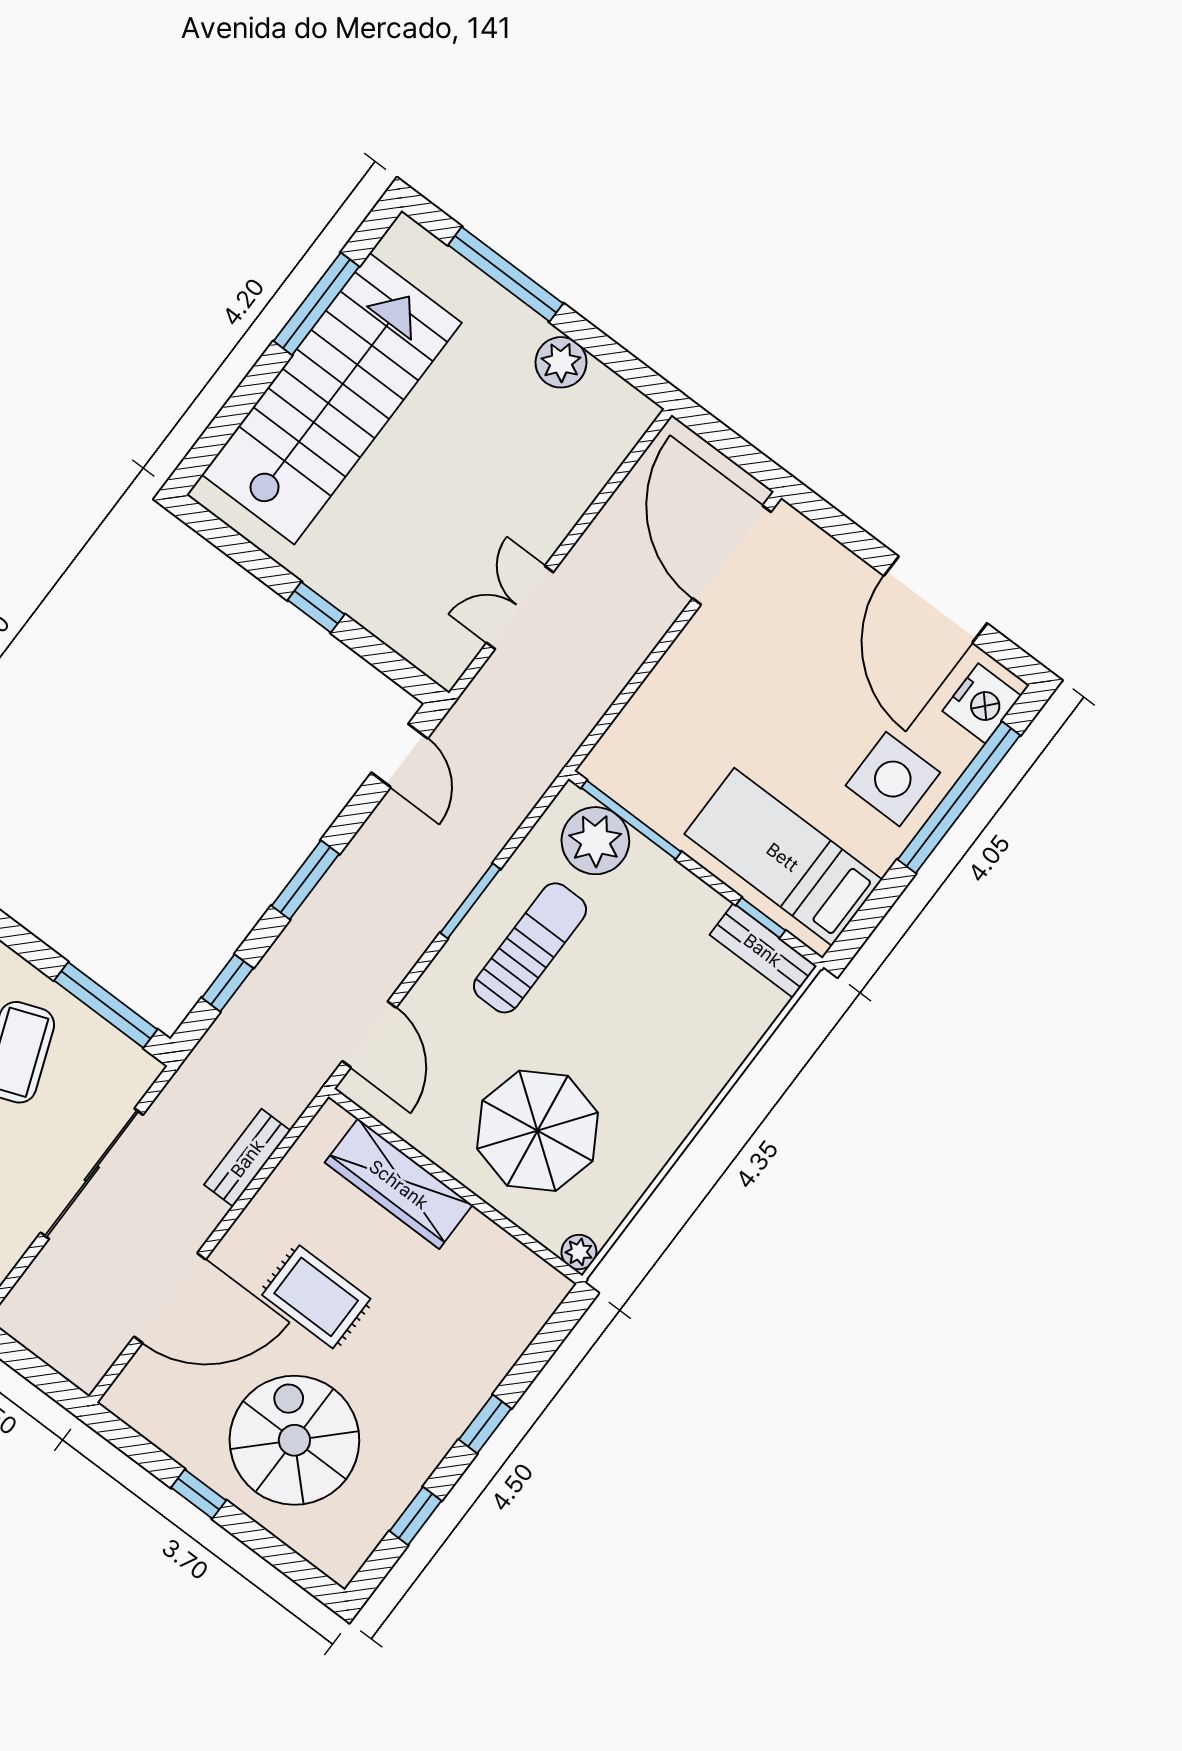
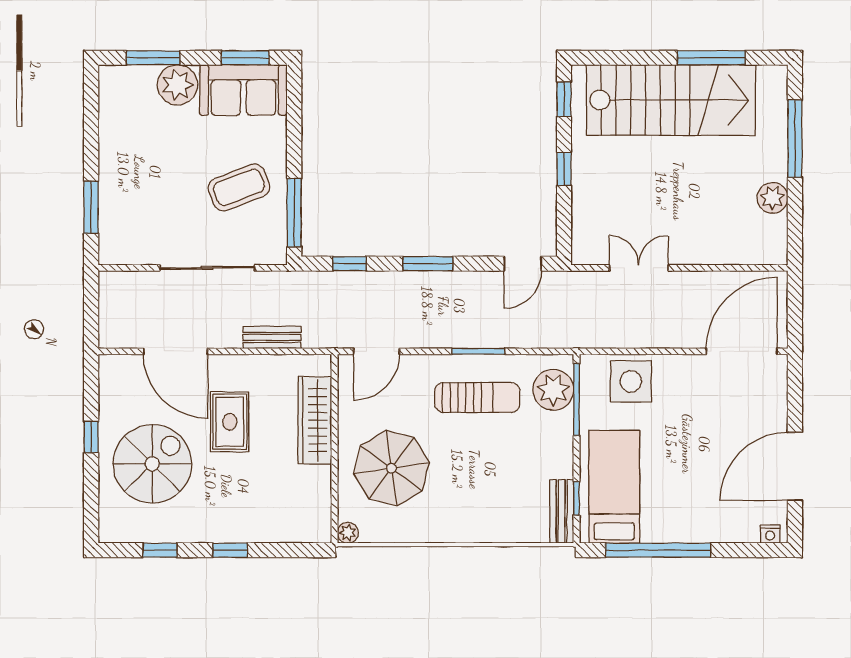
window: (225, 538) -> (564, 99), added
nightstand: (982, 703) -> (770, 534), width x0.53, depth x0.56
side table: (893, 779) -> (631, 381), moved
window: (959, 797) -> (658, 550), moved

